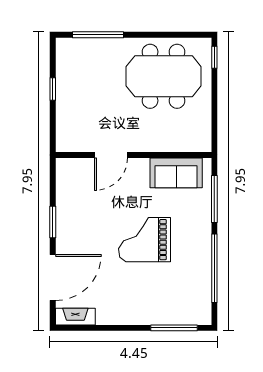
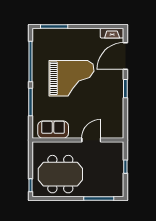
door: (111, 155) -> (91, 140), moved
wall: (134, 155) -> (78, 140), moved
sofa: (176, 173) -> (53, 130), moved
grand piano: (145, 240) -> (72, 78), width x1.37, depth x1.48

